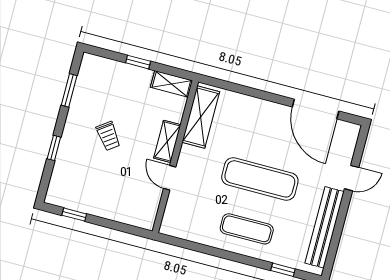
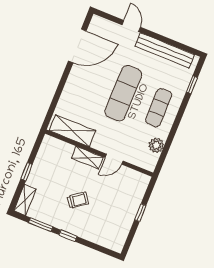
shelving: (171, 84) -> (25, 200), moved
window: (54, 148) -> (68, 236), moved
window: (74, 215) -> (140, 213), moved
plant: (195, 232) -> (156, 145), added

